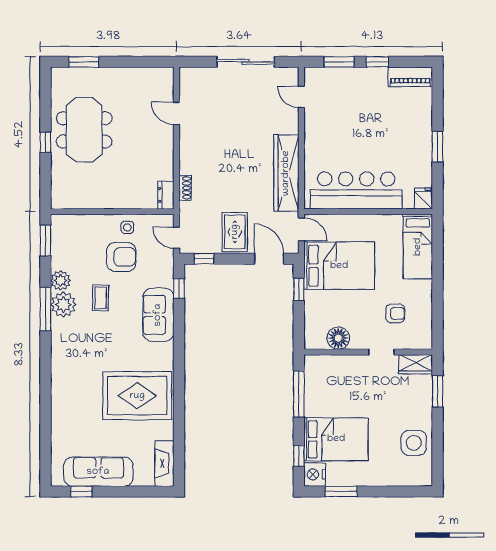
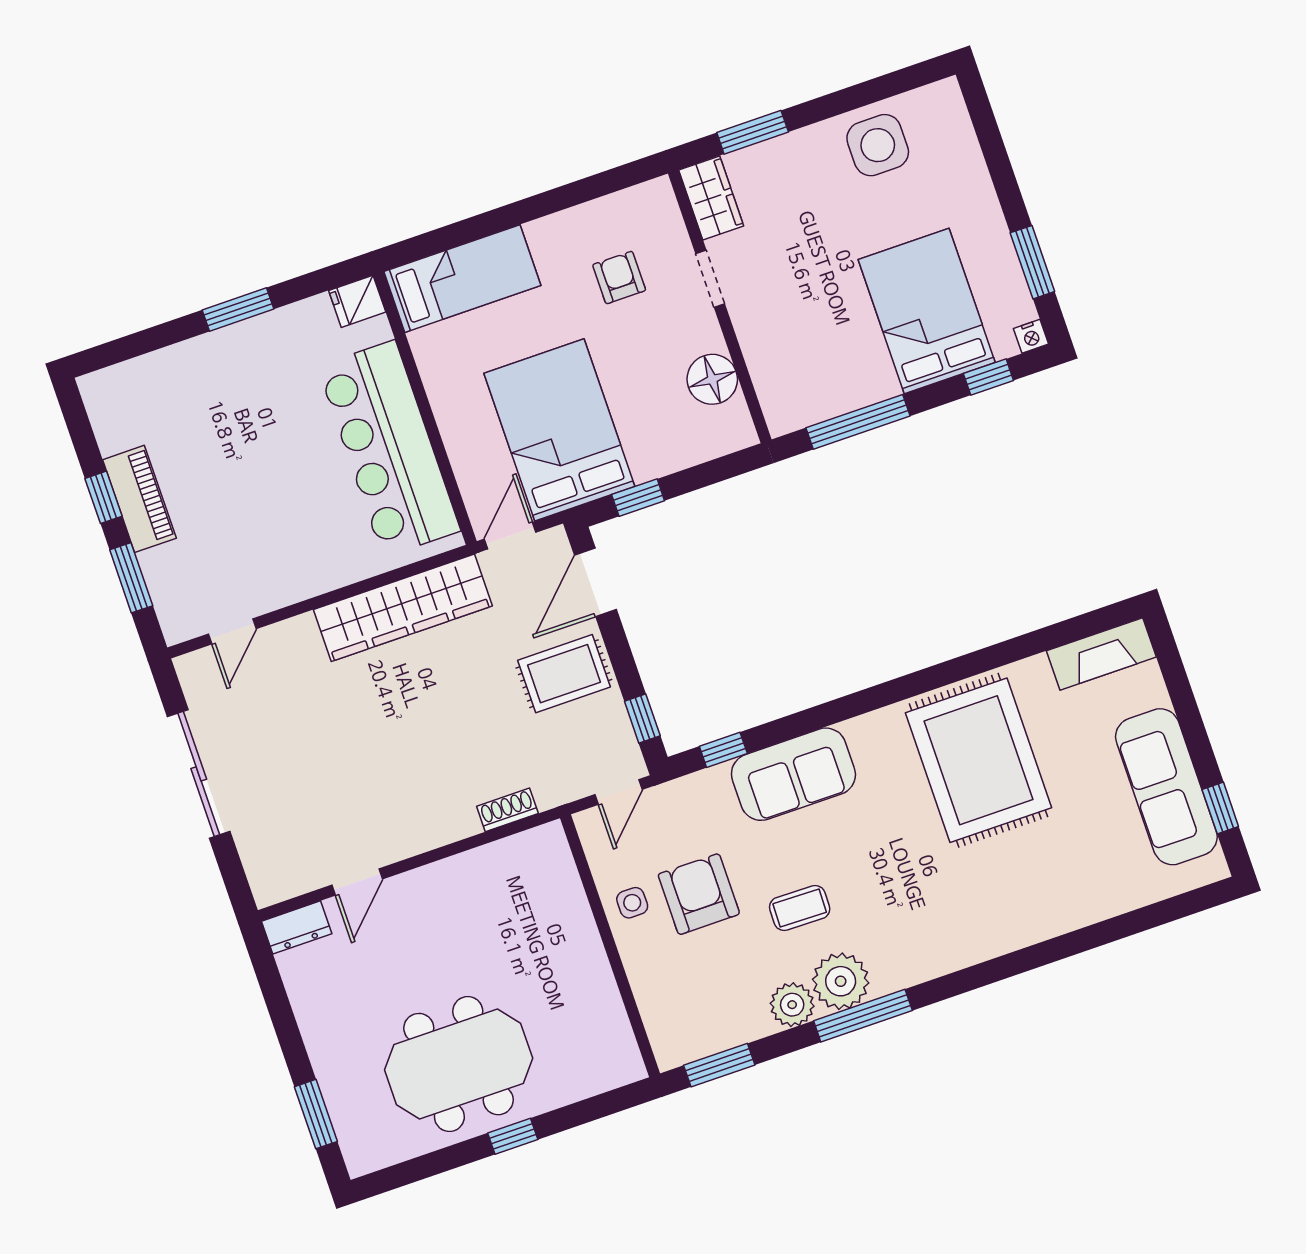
piano: (410, 77) -> (139, 499), moved
dresser: (166, 195) -> (297, 927), moved
nightstand: (315, 474) -> (1031, 336), width x0.53, depth x0.56

